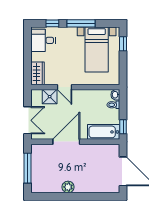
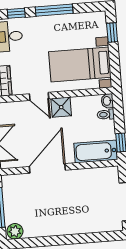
bed with nightstands: (97, 49) -> (80, 64), moved, turned 90
shower: (50, 97) -> (61, 107), moved
plant: (68, 187) -> (15, 231), moved

